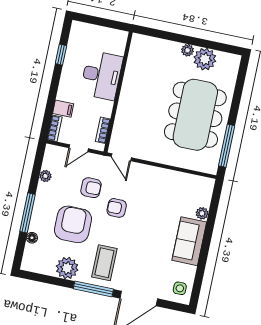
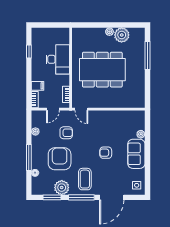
dining table: (195, 115) -> (102, 70), moved, turned 90
window: (227, 146) -> (147, 56), moved
armchair: (117, 208) -> (106, 153), moved
window: (50, 280) -> (52, 197), added

